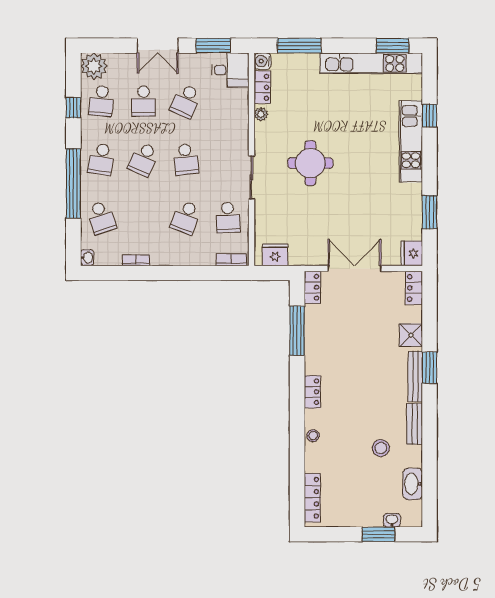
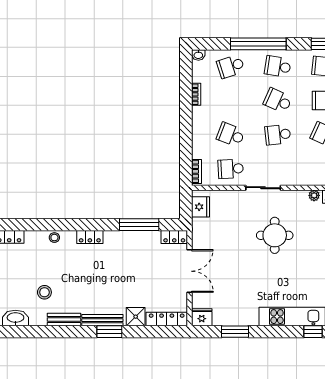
locker: (414, 288) -> (167, 319), width x1.53

